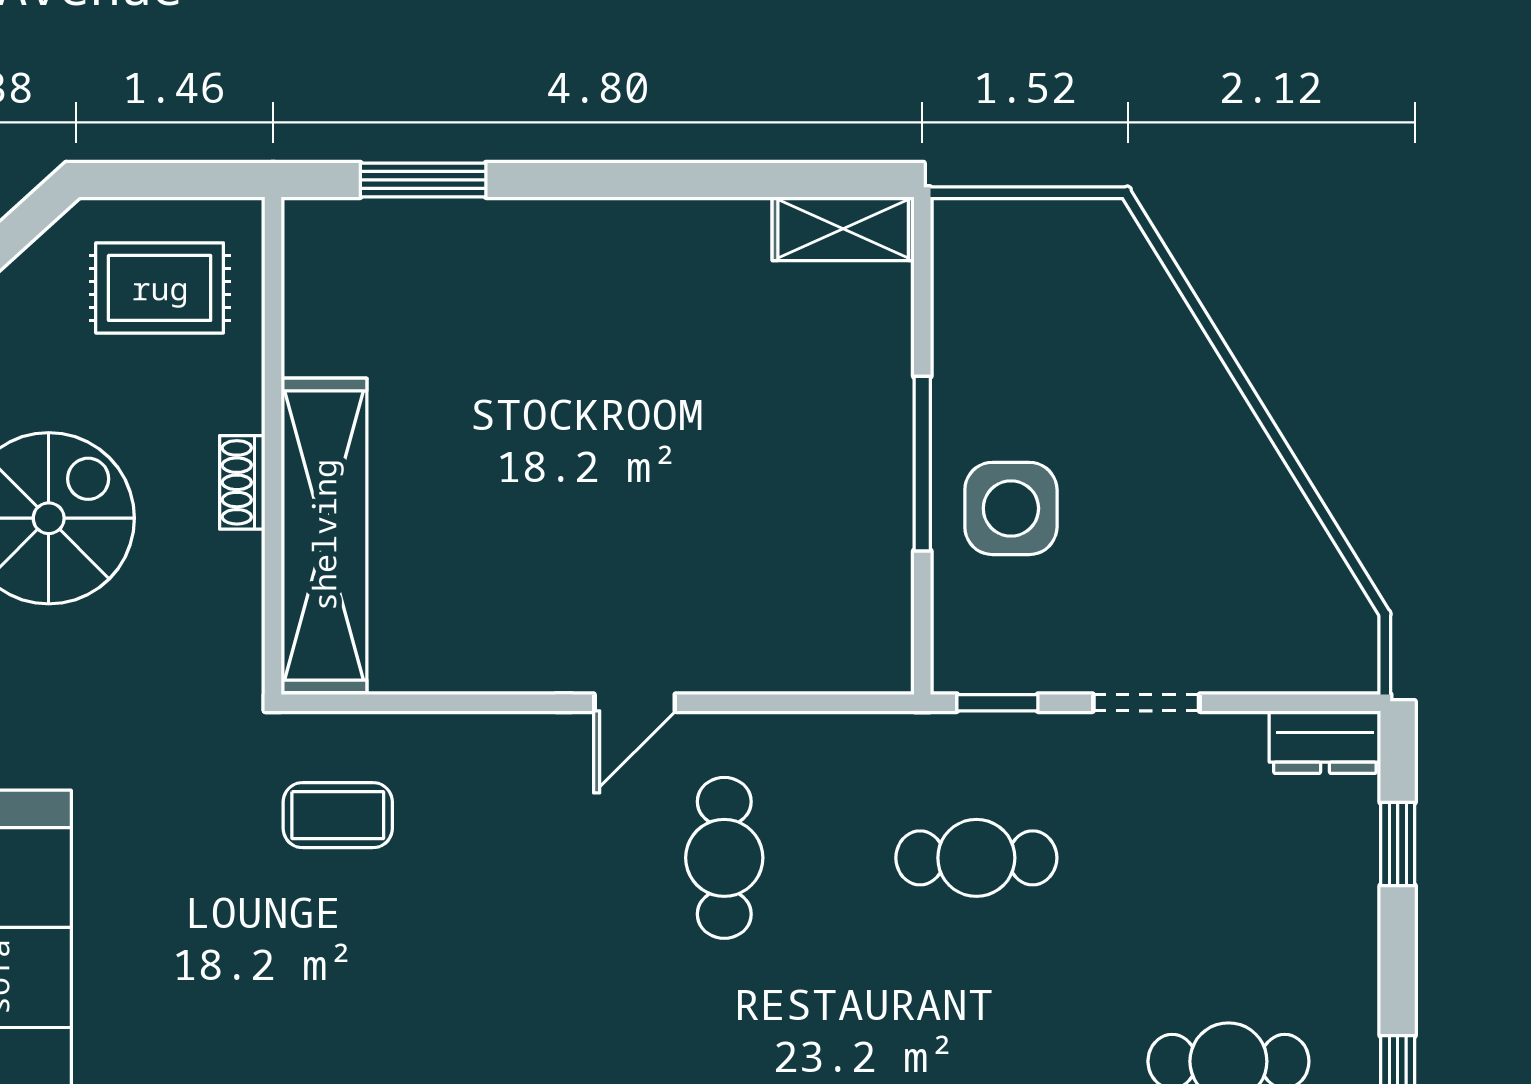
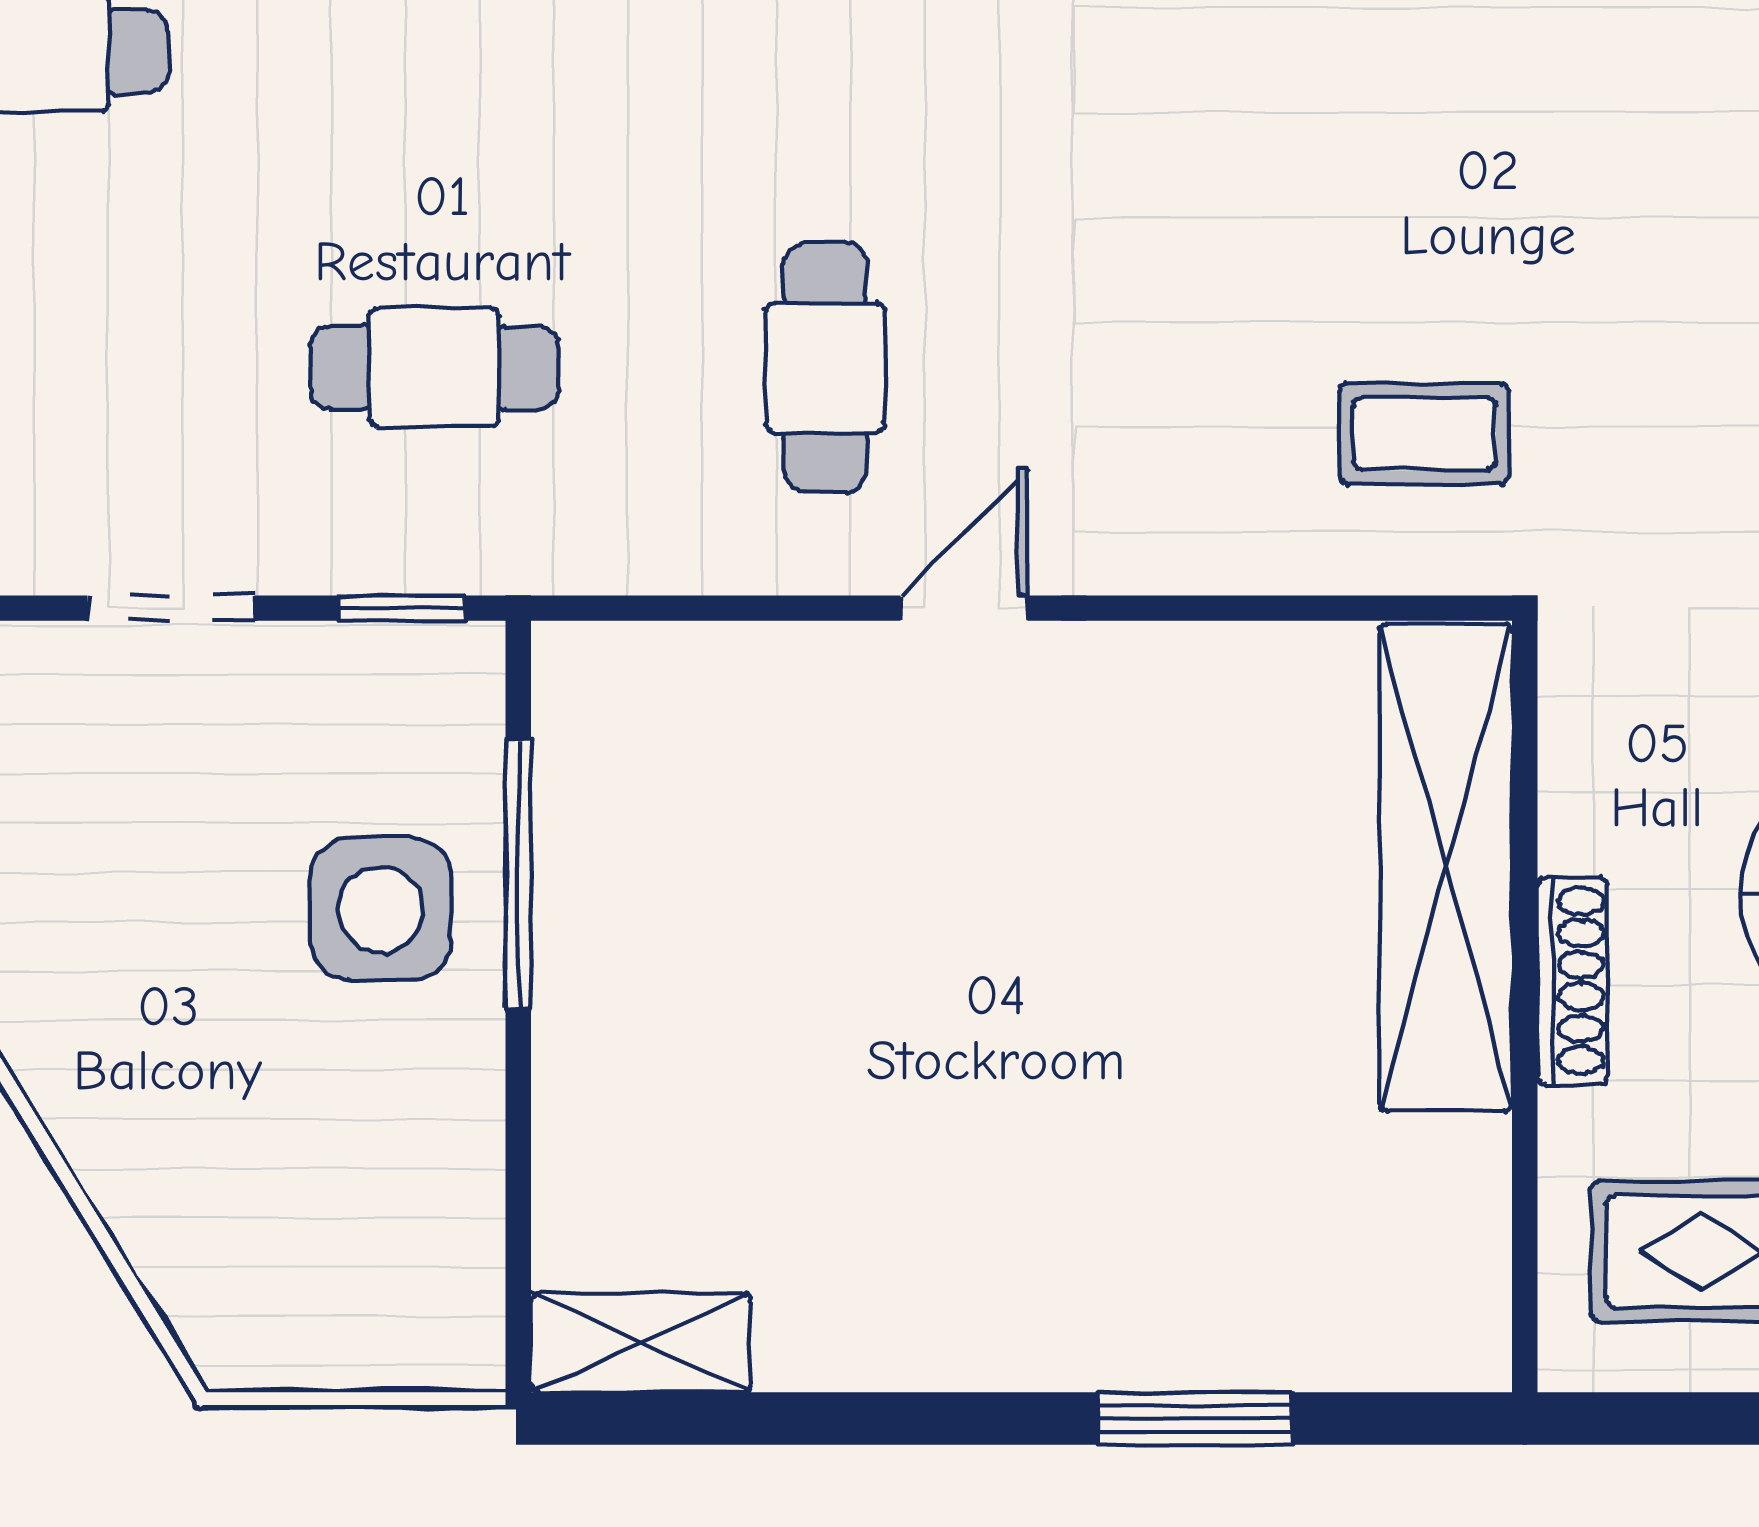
window: (423, 180) -> (1195, 1419), moved
window: (922, 464) -> (518, 875), moved
shoe rack: (242, 482) -> (1572, 981), width x1.43

